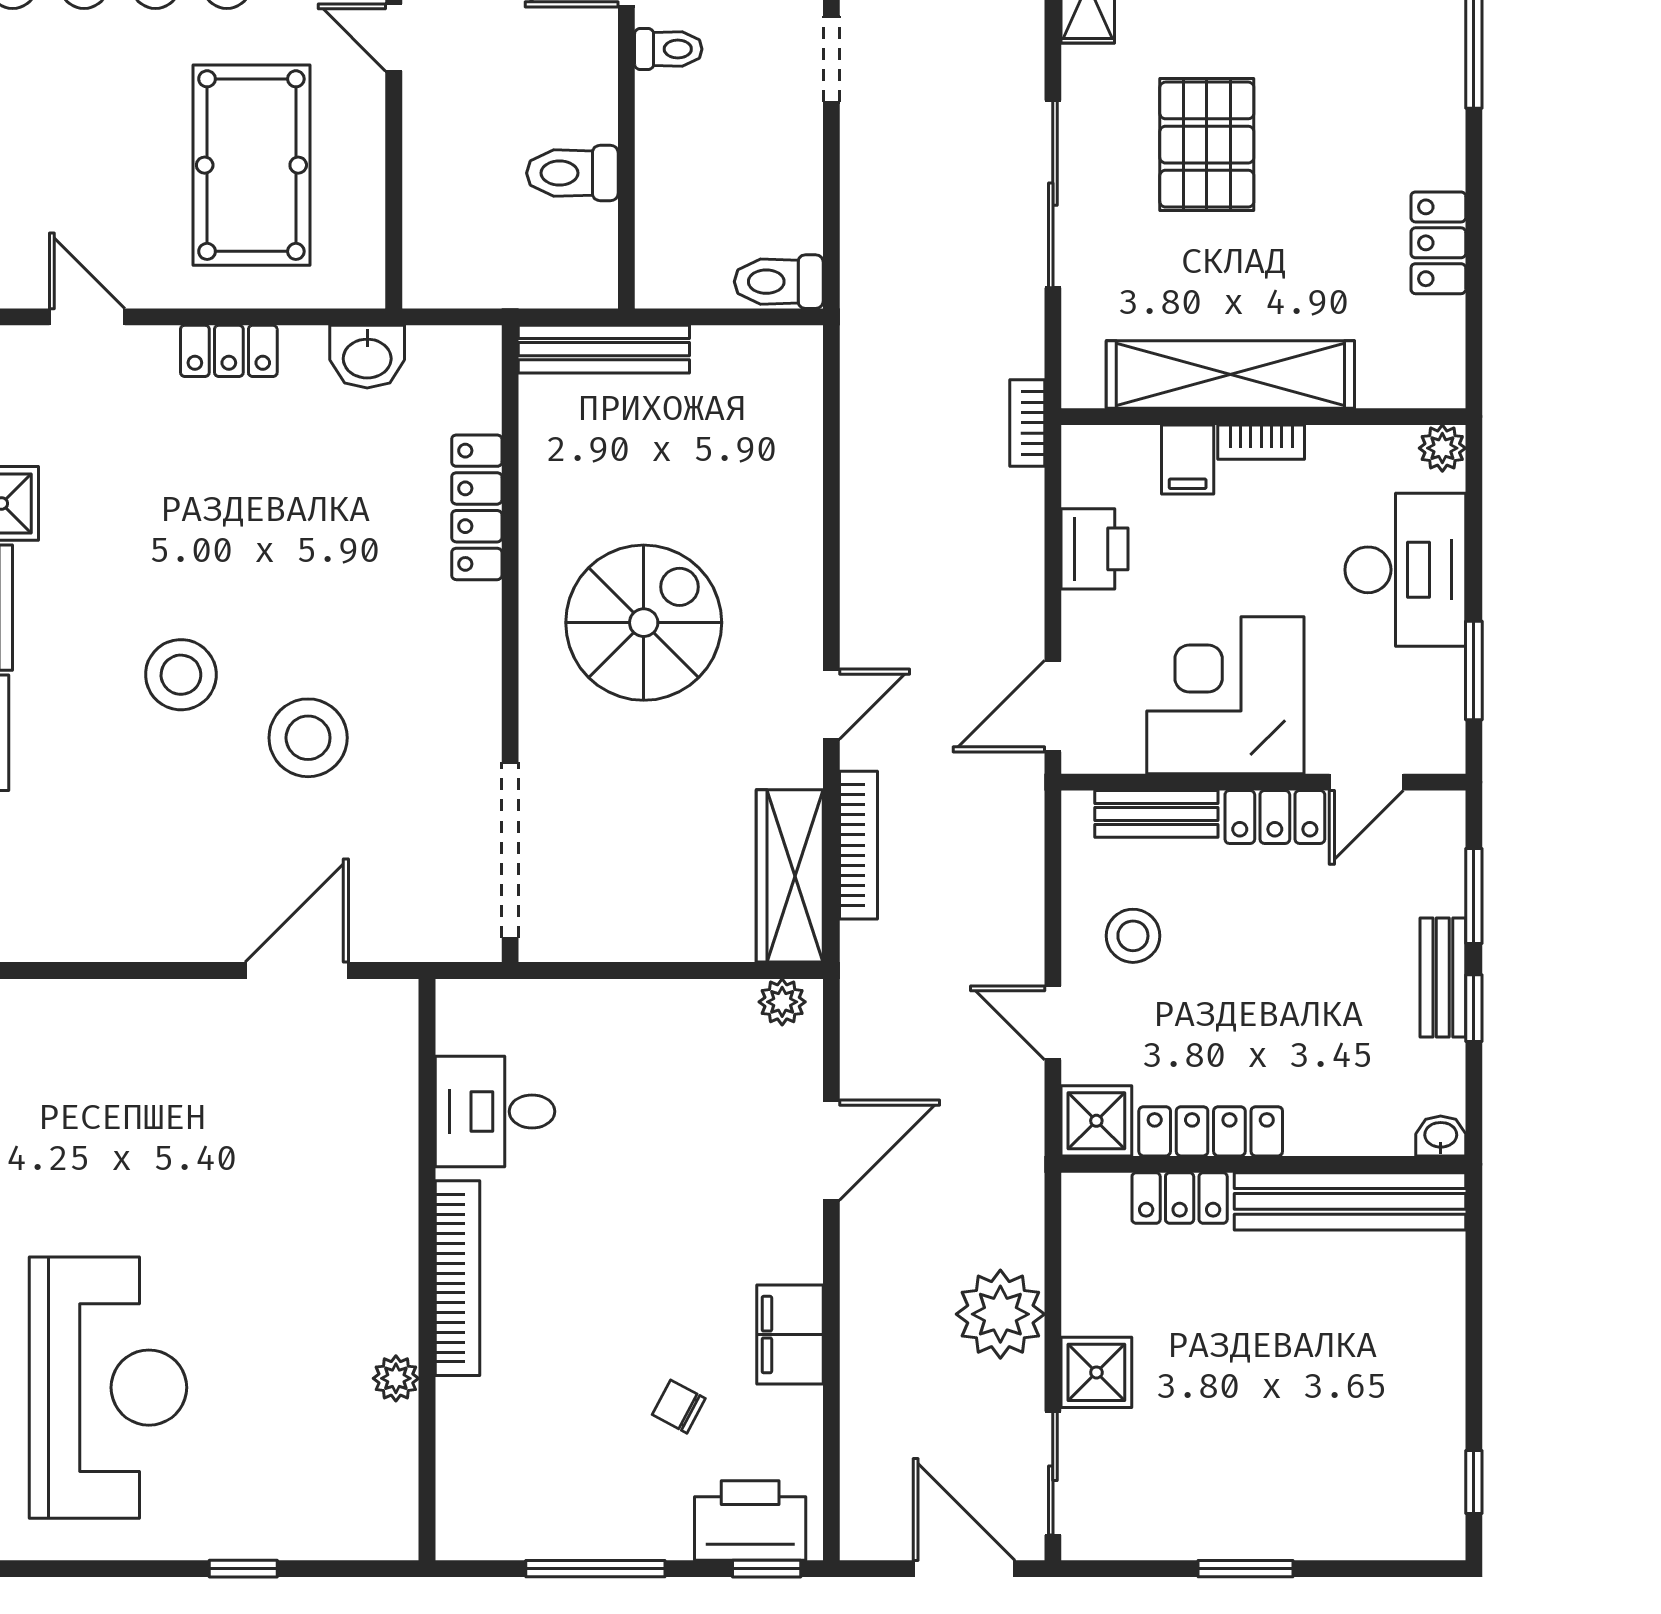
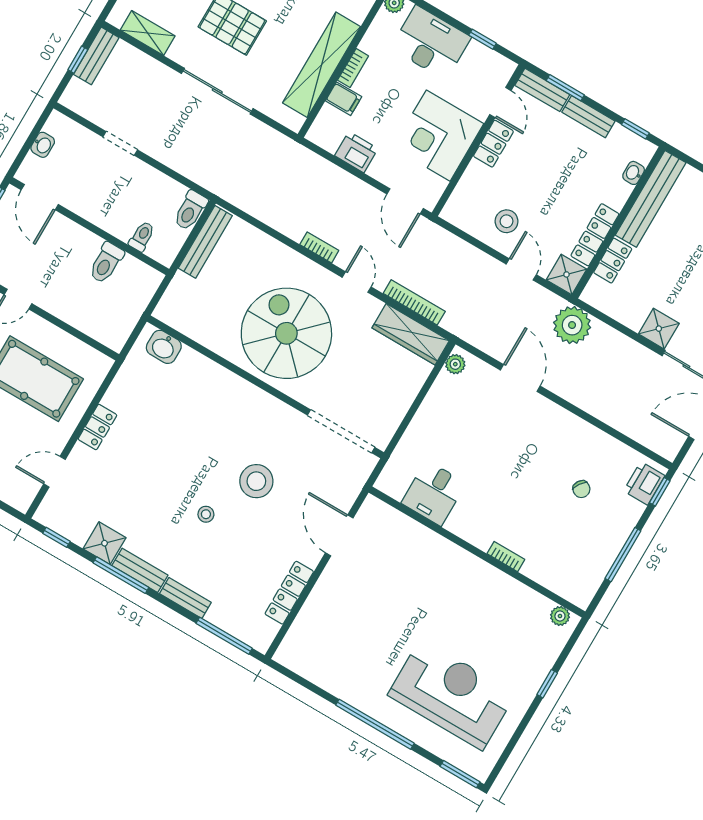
toilet: (668, 49) -> (142, 236), moved
bench: (604, 349) -> (205, 242), moved
washbasin: (367, 357) -> (164, 347), moved, turned 90
bookcase: (1027, 423) -> (319, 247), moved, turned 180
locker: (477, 507) -> (289, 593), moved, turned 90
spiral stairs: (644, 623) -> (286, 333), width x1.37, depth x1.37
window: (1474, 671) -> (483, 39), width x0.67
stool: (181, 675) -> (206, 514), width x0.53, depth x0.53
bench: (1156, 814) -> (542, 90), moved, turned 90
window: (1474, 1008) -> (635, 129), moved
door: (1053, 1023) -> (521, 269), swing flipped
washbasin: (1441, 1136) -> (634, 173), moved
bookcase: (457, 1278) -> (506, 557), width x0.43, depth x0.76
plant: (1000, 1314) -> (572, 325), moved
filing cabinet: (790, 1335) -> (579, 433), removed
plant: (396, 1378) -> (560, 616), moved
chair: (679, 1407) -> (581, 489), turned -84
printer: (750, 1520) -> (644, 483), width x0.73, depth x0.84

